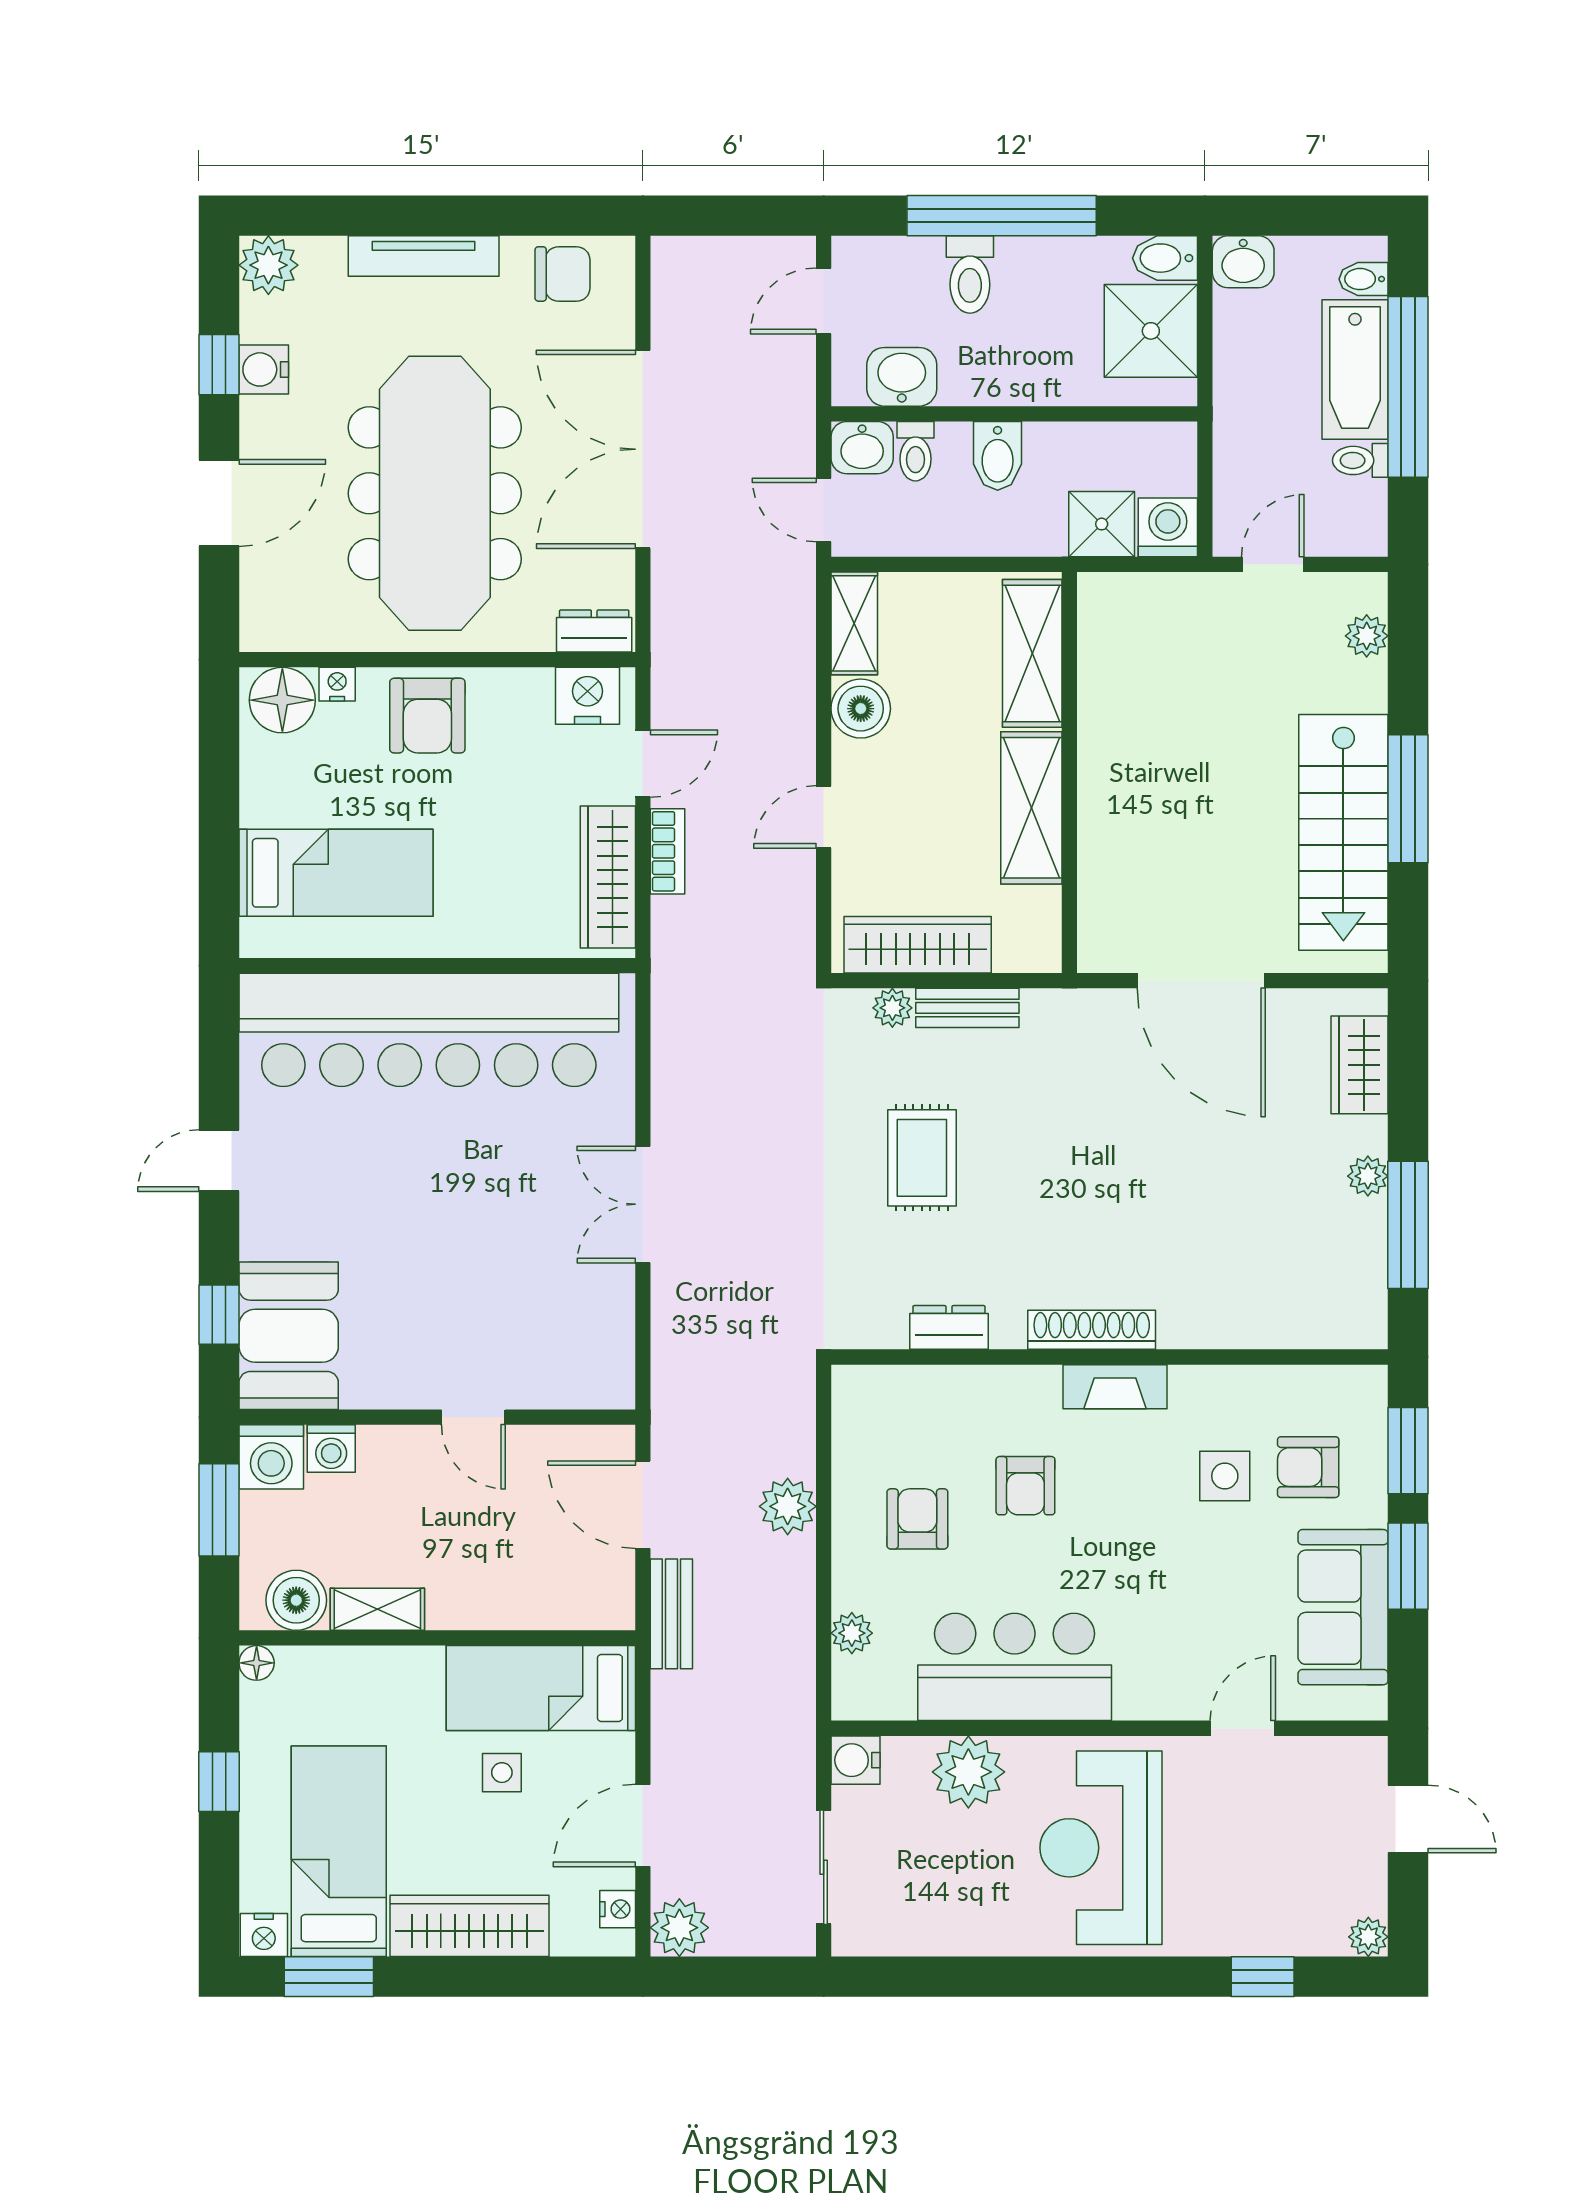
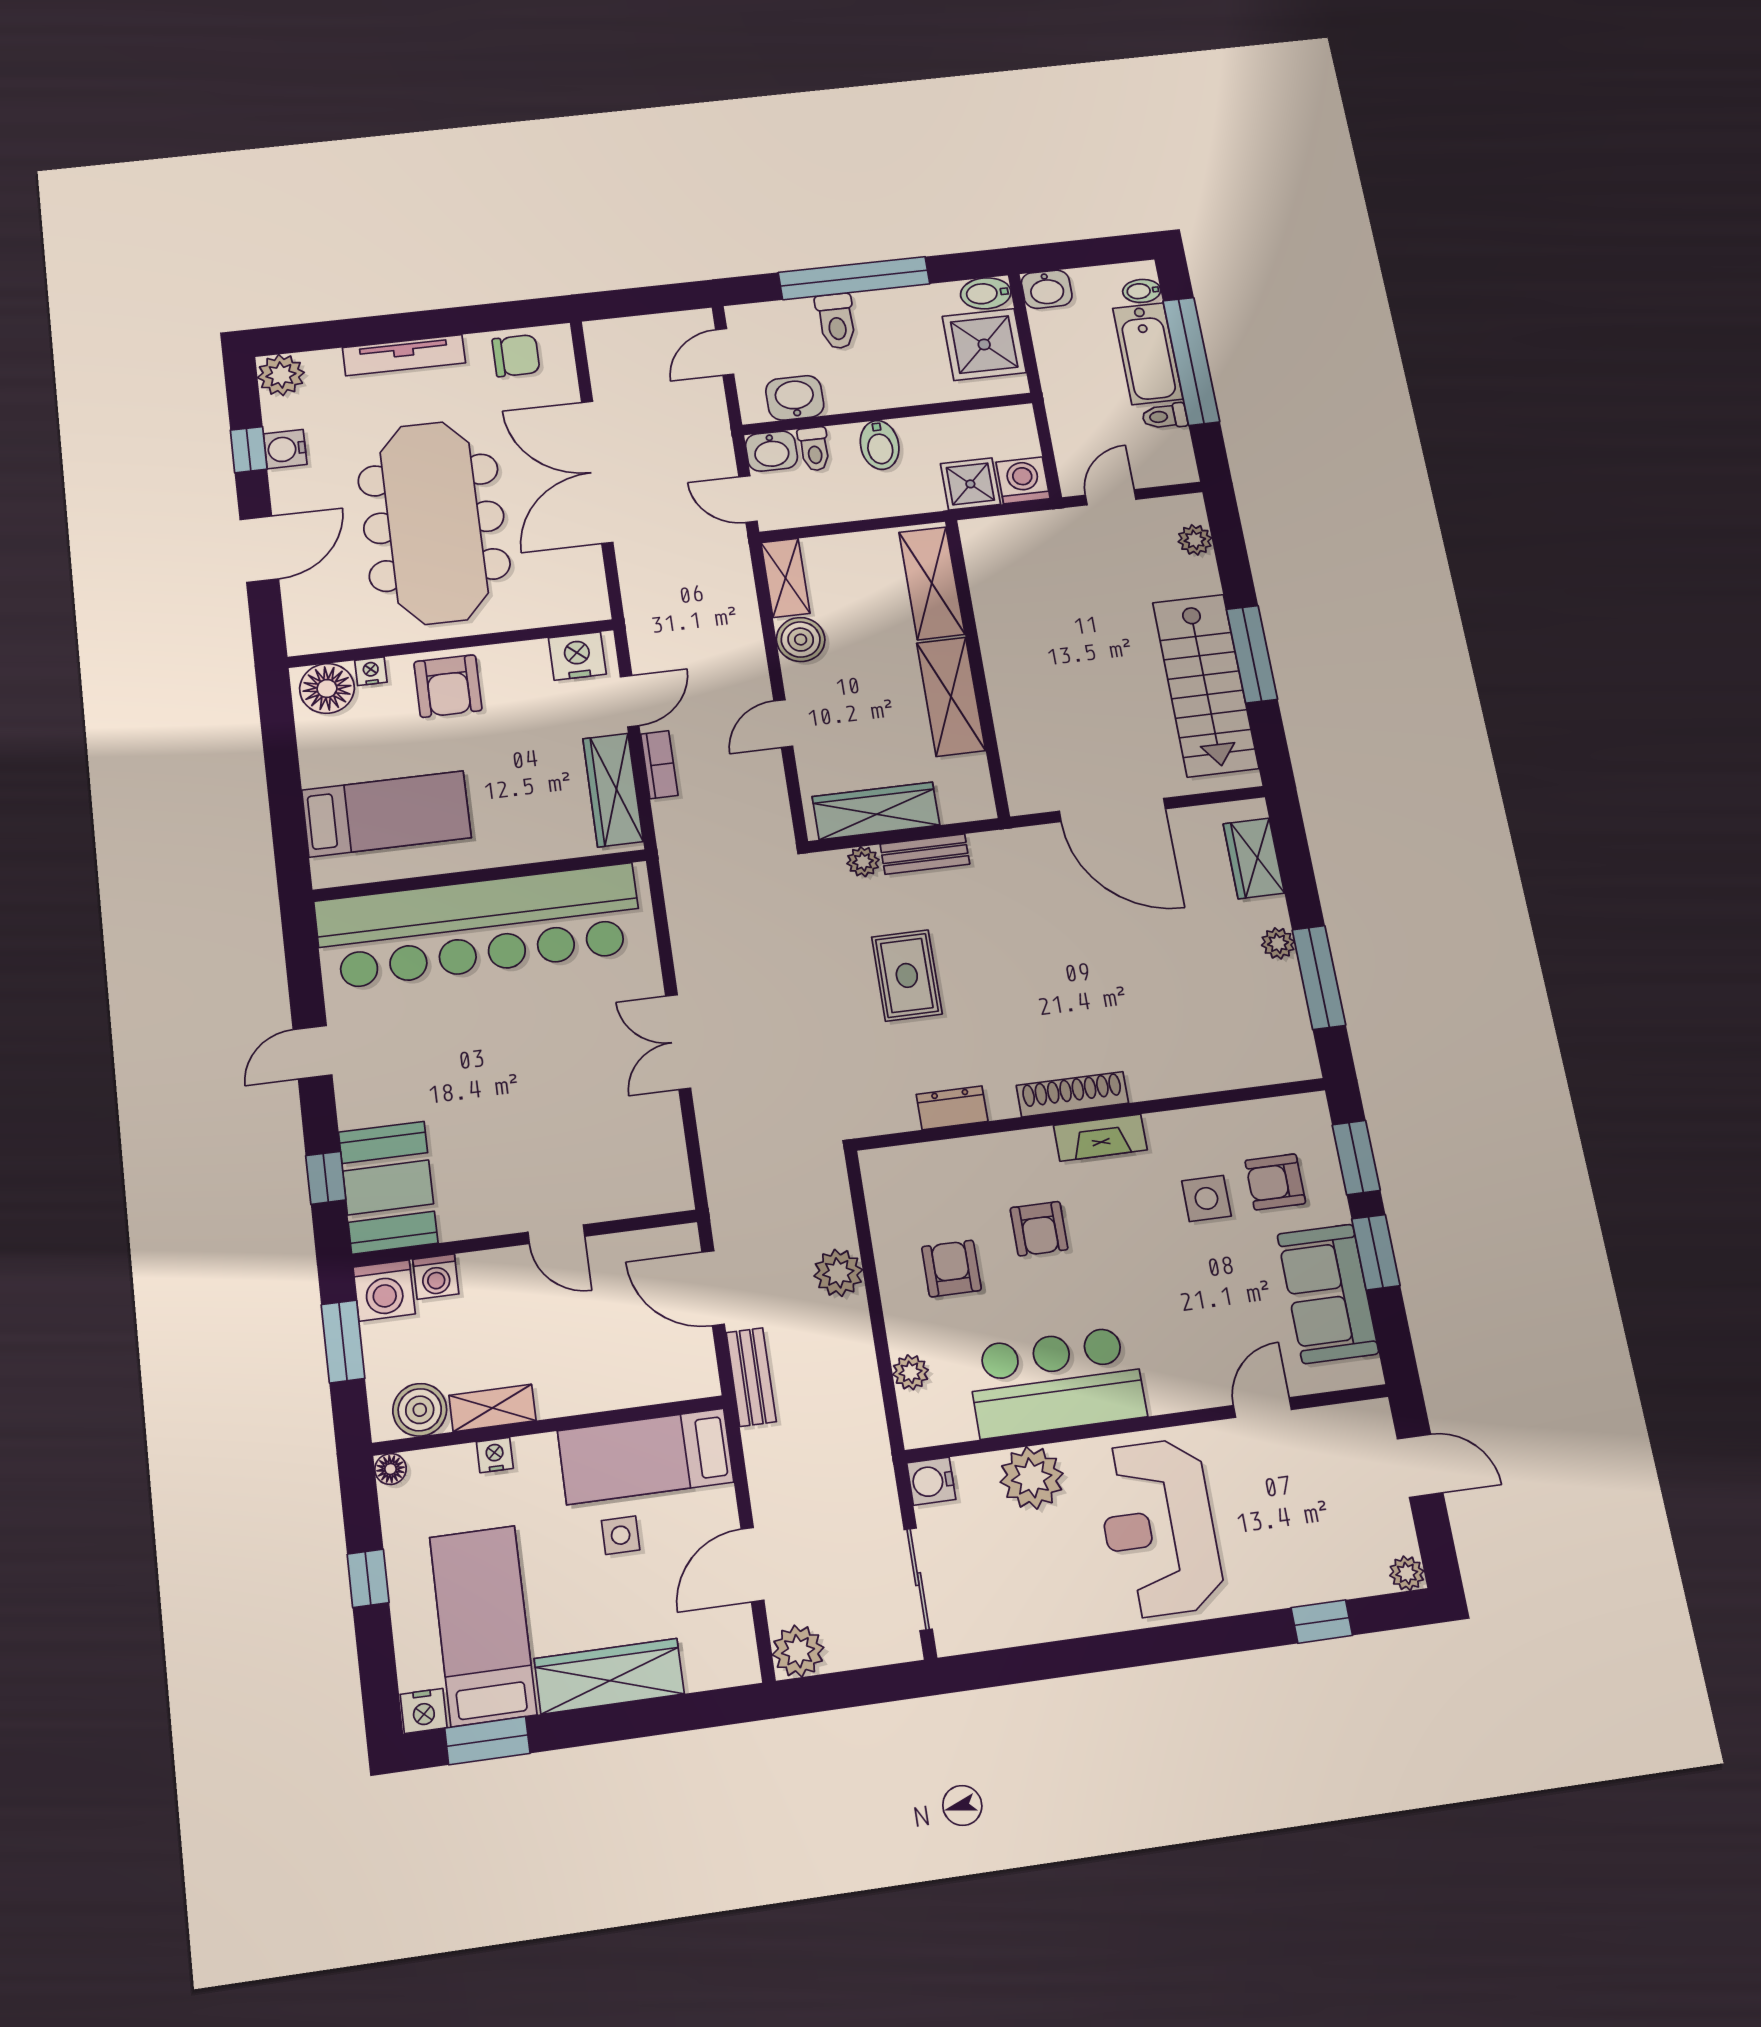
dresser: (594, 631) -> (576, 608), removed
nightstand: (618, 1909) -> (495, 1455), moved, turned -90

